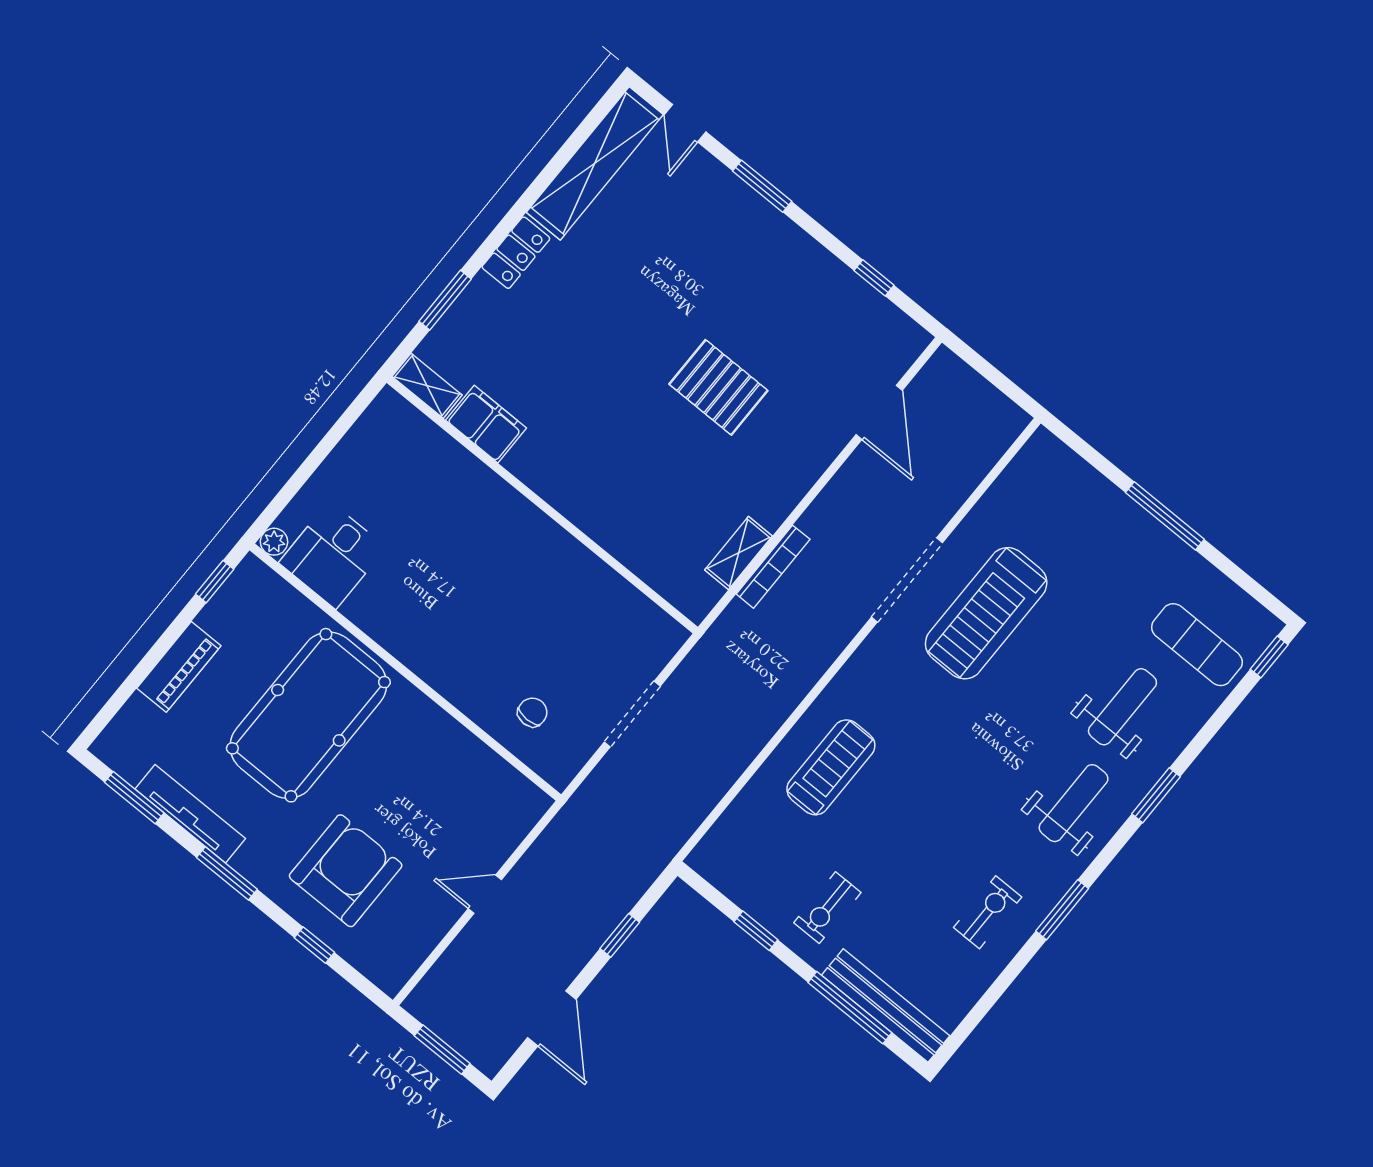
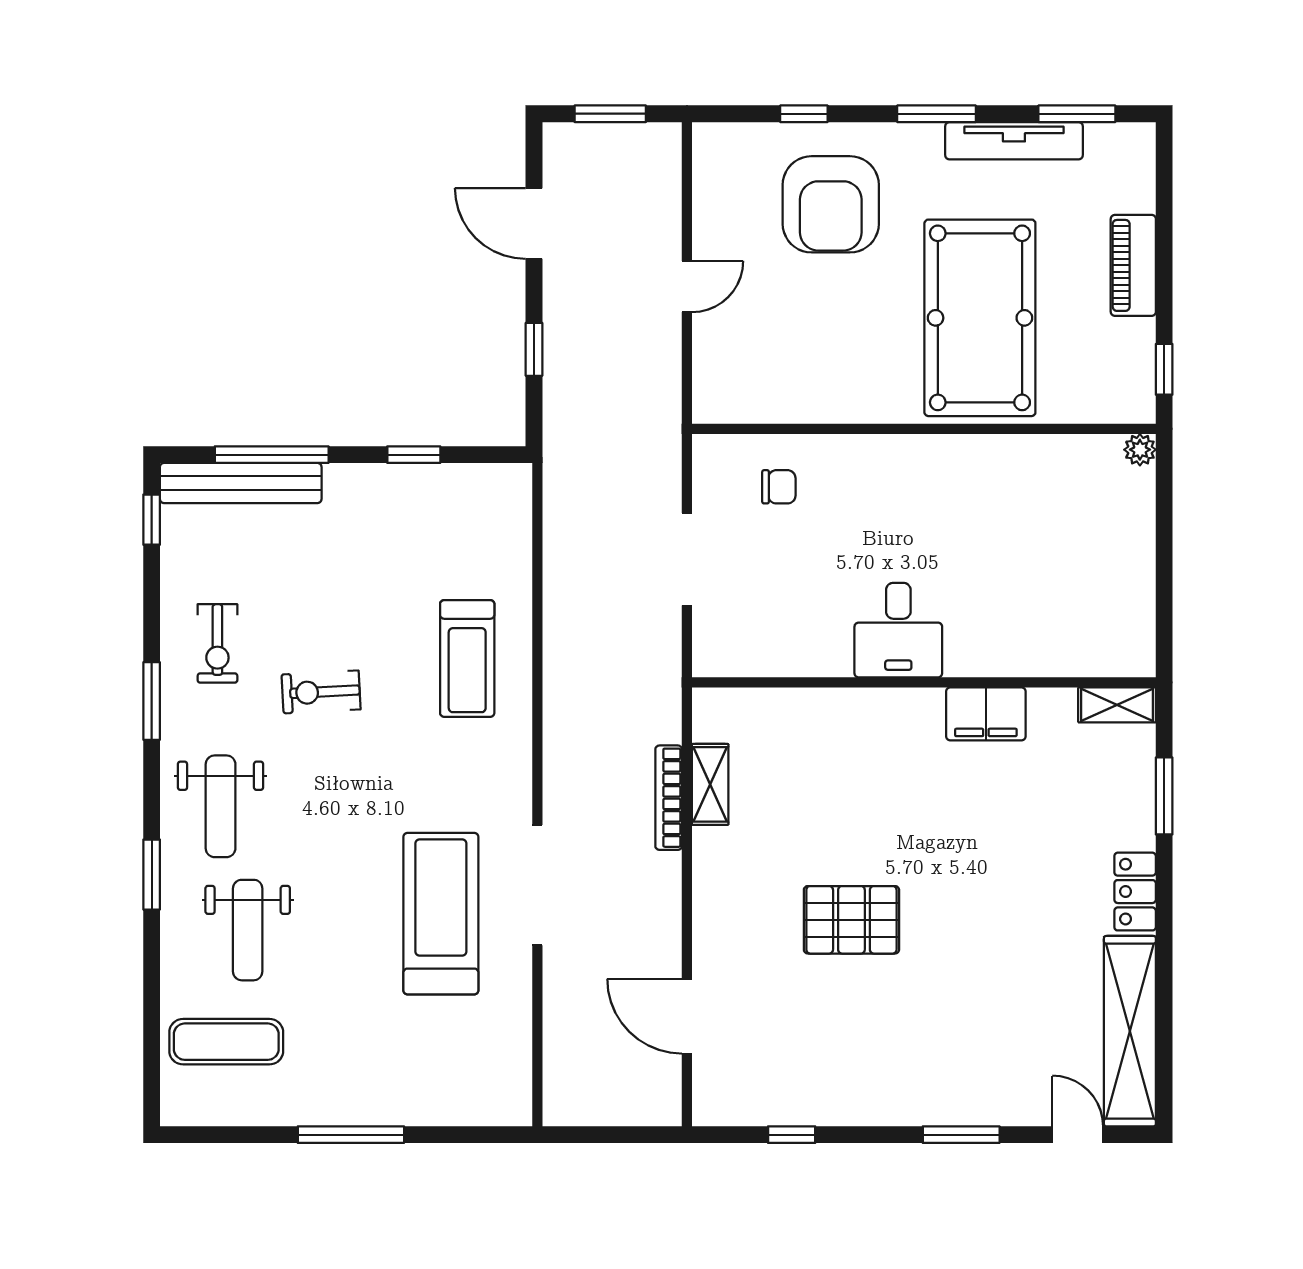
filing cabinet: (486, 424) -> (986, 714), moved
desk: (333, 555) -> (898, 630), moved, turned 180
window: (1269, 657) -> (152, 520), moved
chair: (532, 712) -> (779, 487), turned -90
exercise bike: (827, 908) -> (321, 692), moved, turned -93

